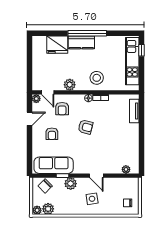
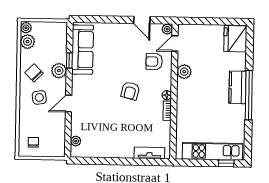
fridge: (57, 45) -> (235, 39), moved
stool: (97, 78) -> (192, 106), removed
armchair: (52, 134) -> (122, 48), removed
chair: (45, 186) -> (34, 73), moved

